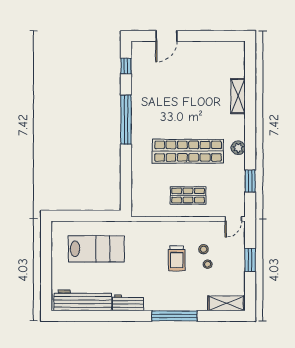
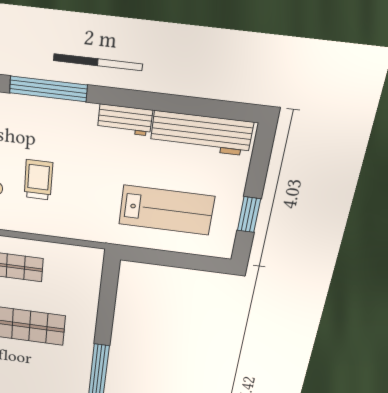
lab bench: (96, 249) -> (166, 210), turned 180
window: (46, 253) -> (249, 215), added

